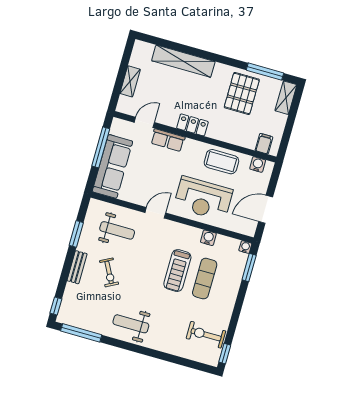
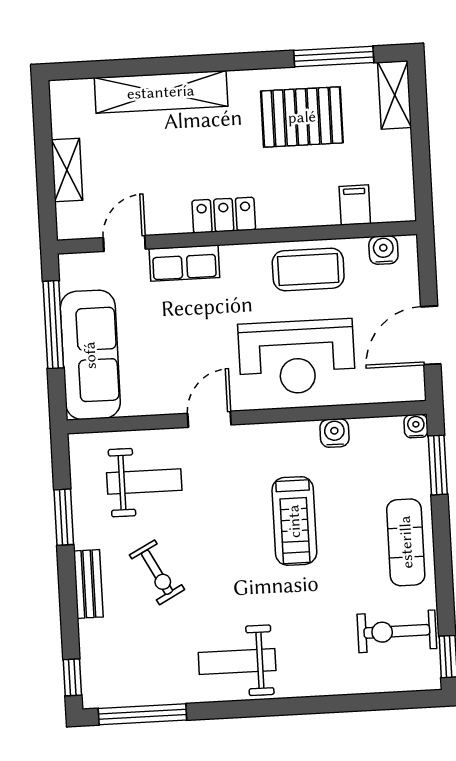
pallet: (242, 93) -> (302, 117), turned 90
filing cabinet: (264, 144) -> (355, 205), moved
exercise mat: (205, 279) -> (406, 542), moved

